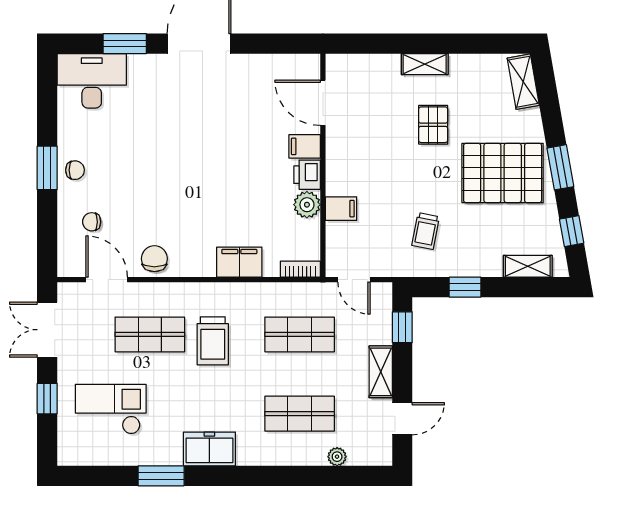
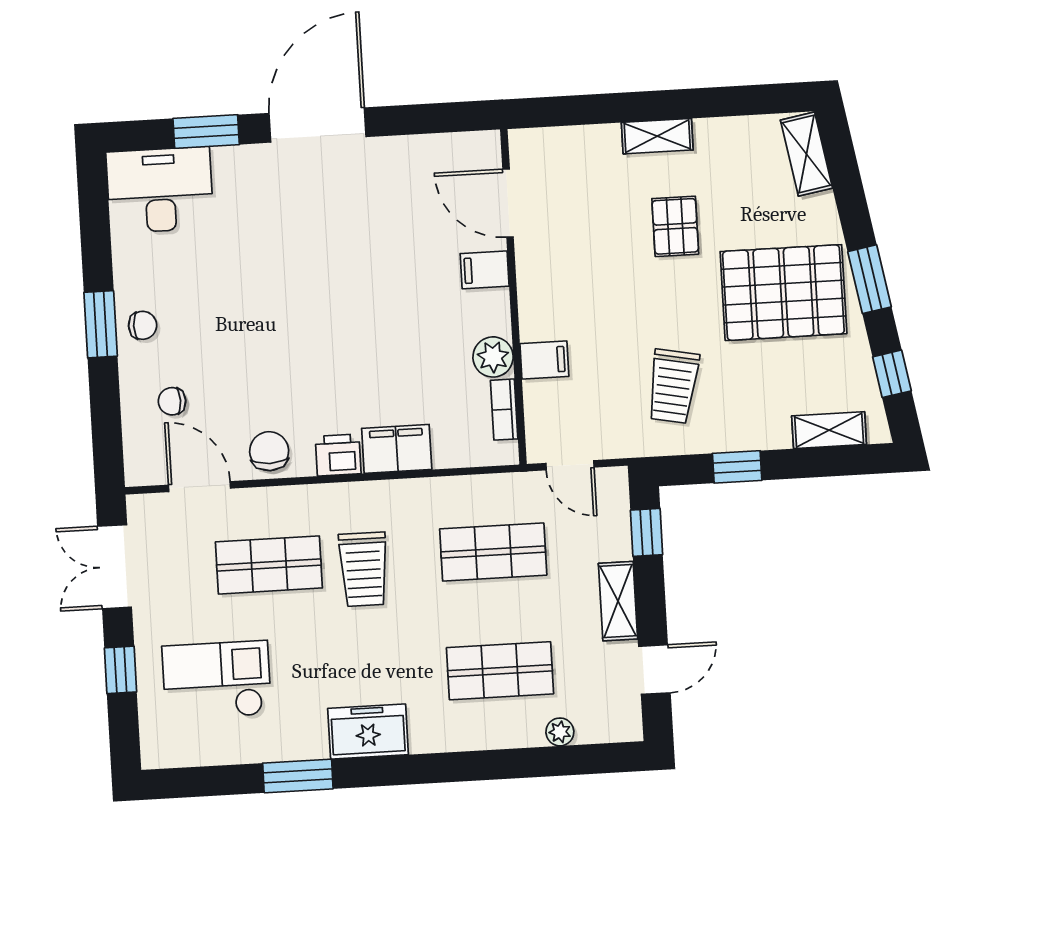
printer: (307, 175) -> (338, 455), moved, turned 90
trolley: (426, 231) -> (673, 386), width x1.36, depth x1.39
bookcase: (300, 269) -> (504, 410), moved, turned -90

